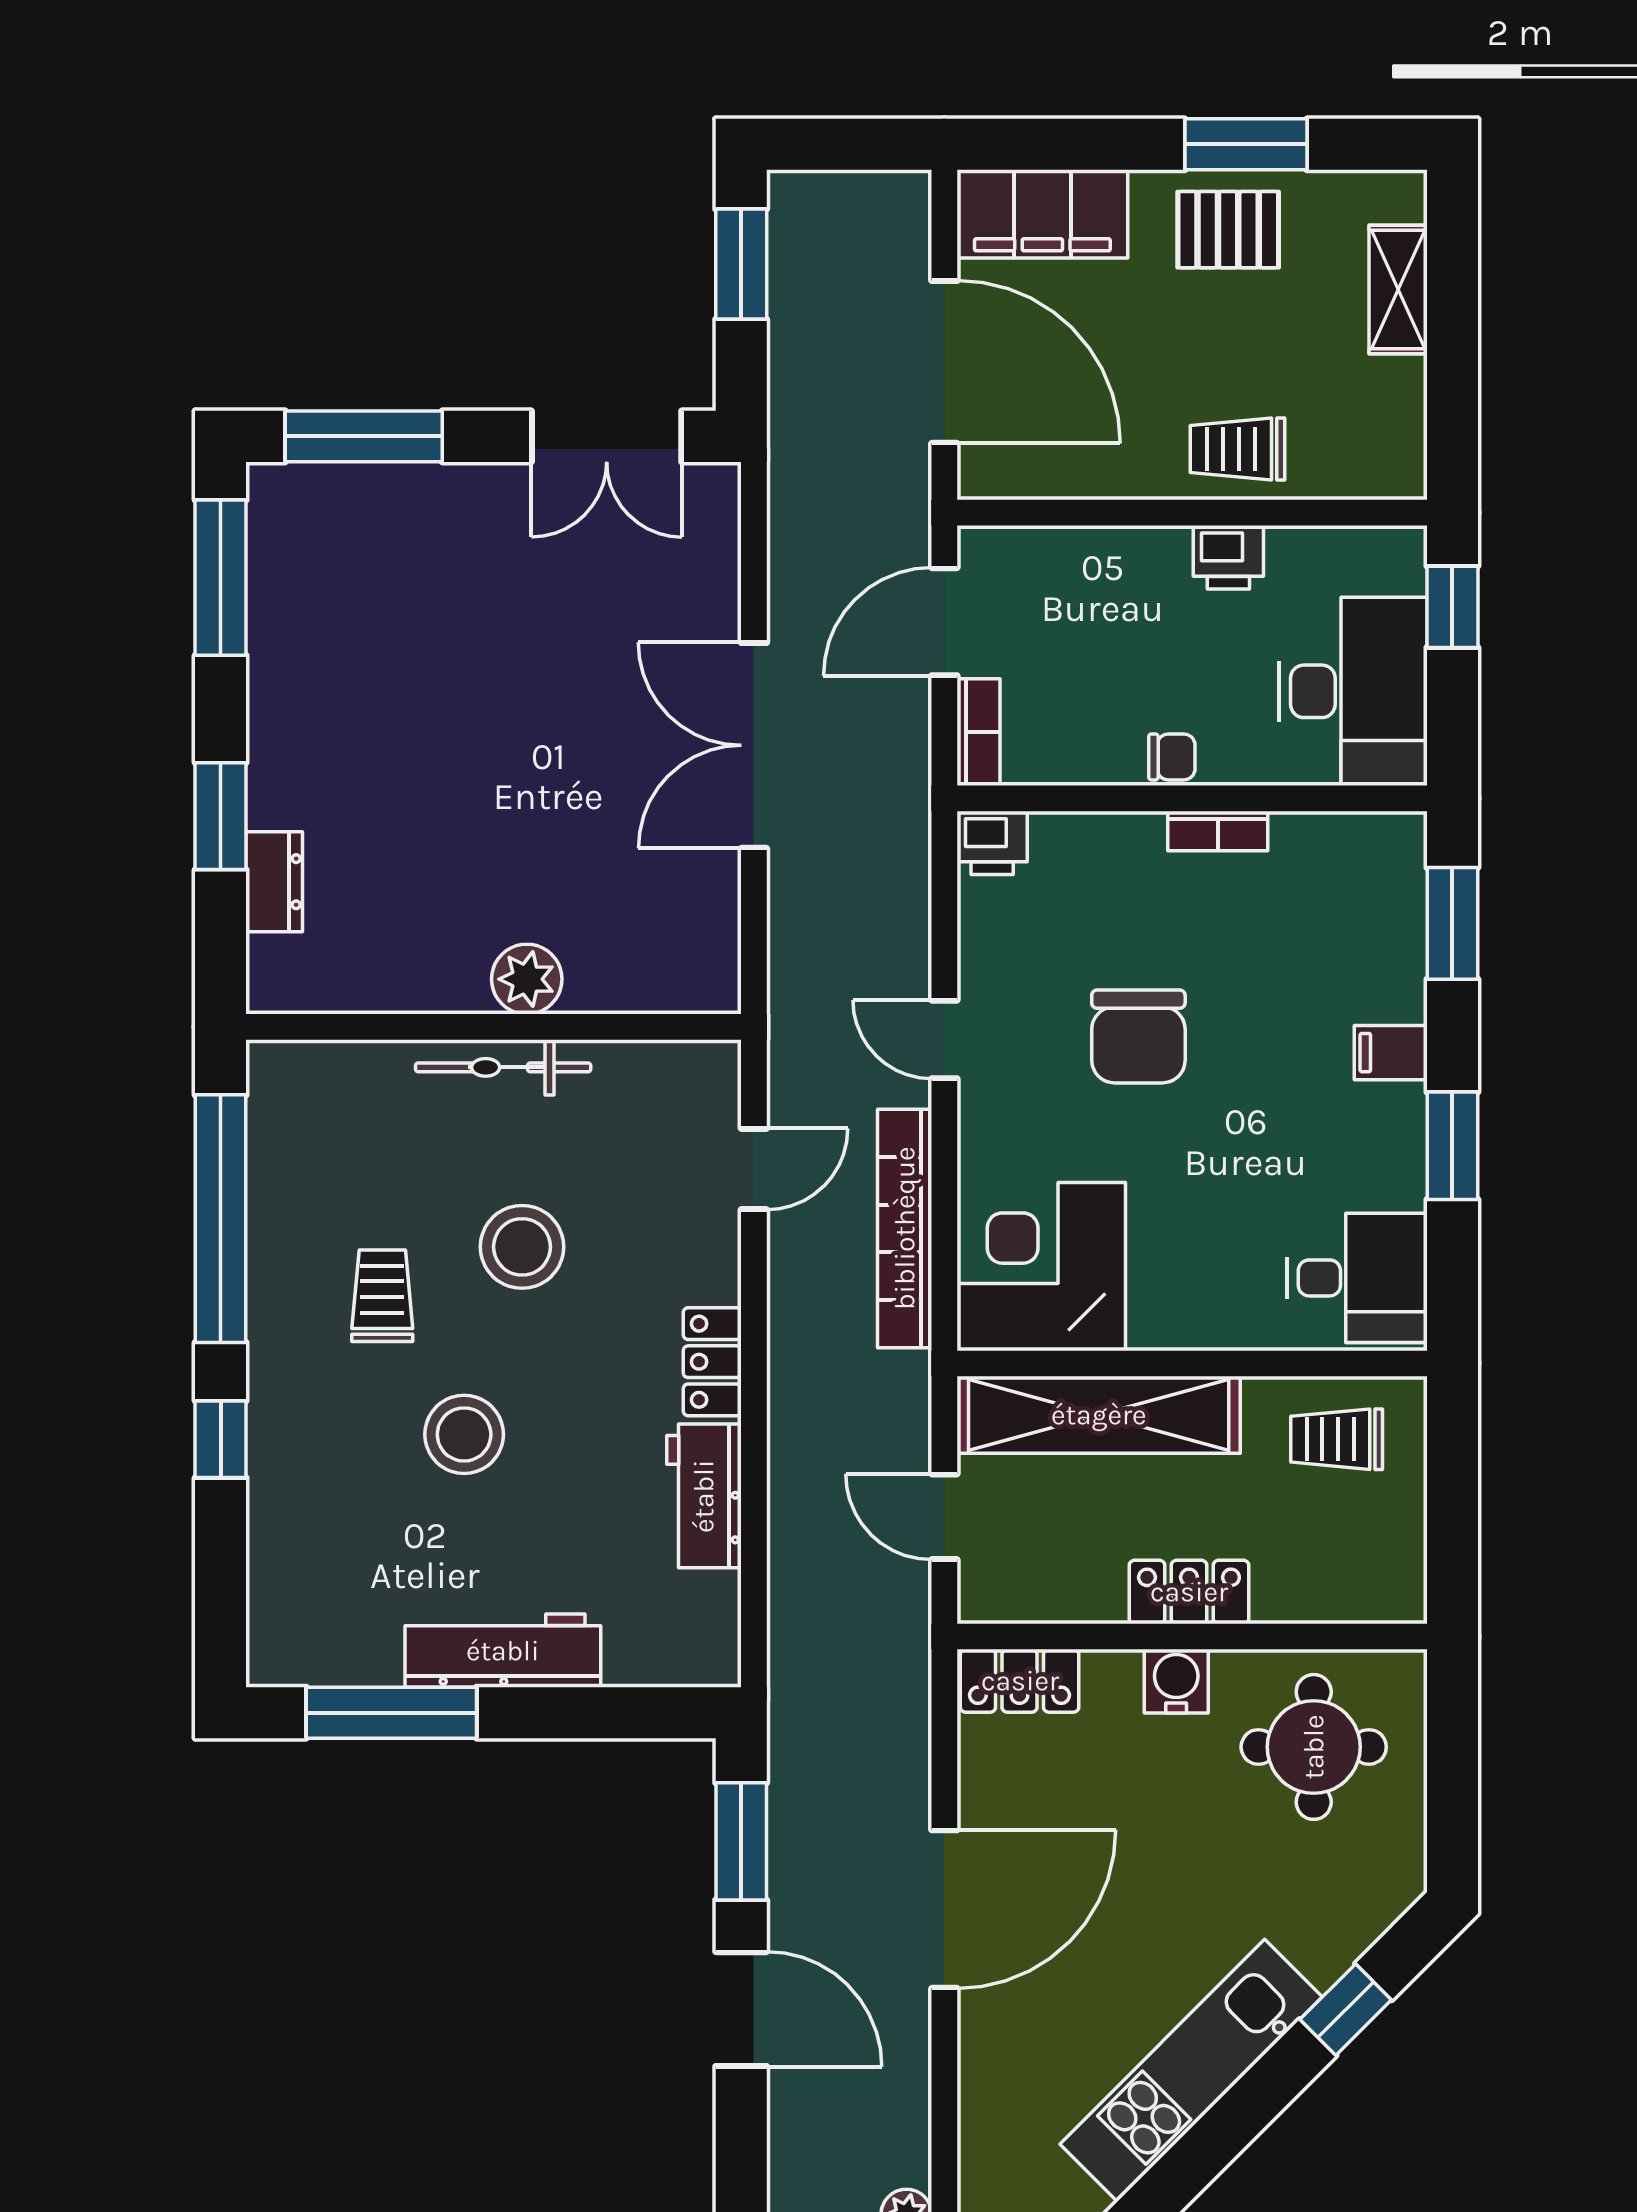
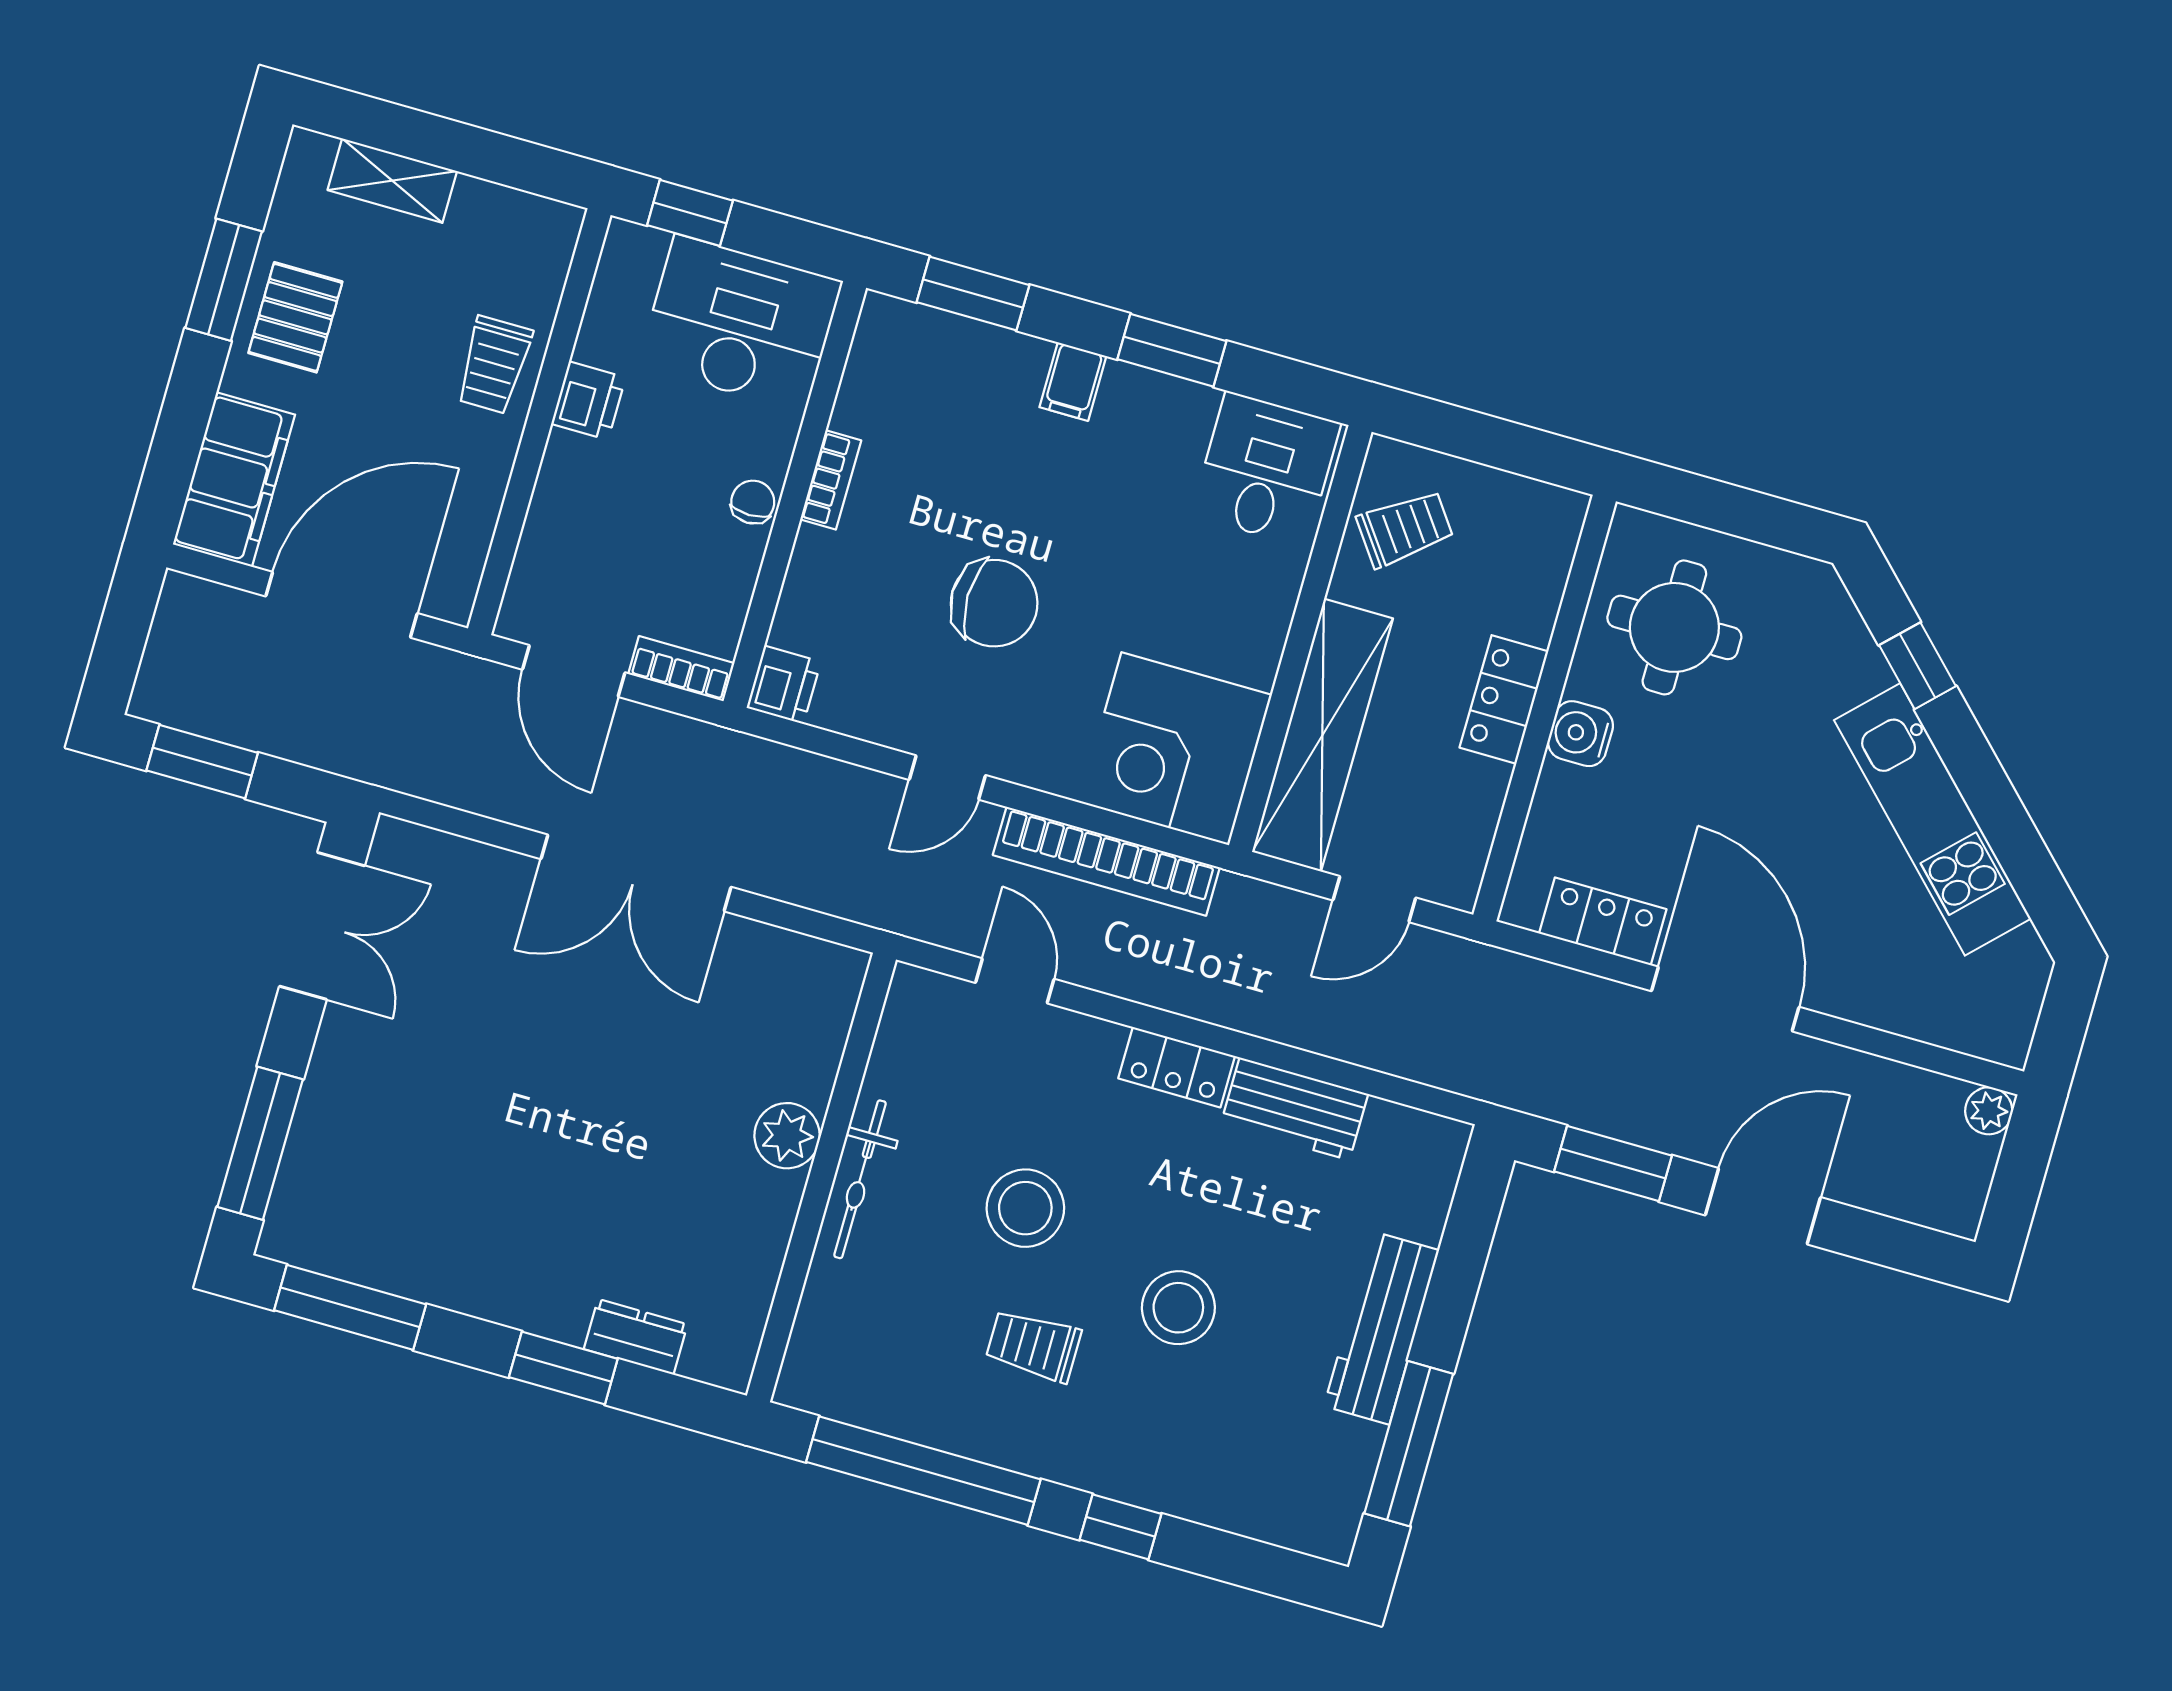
trolley: (1337, 1439) -> (1405, 529), turned -126
locker: (1020, 1681) -> (1603, 921), moved, turned -90

